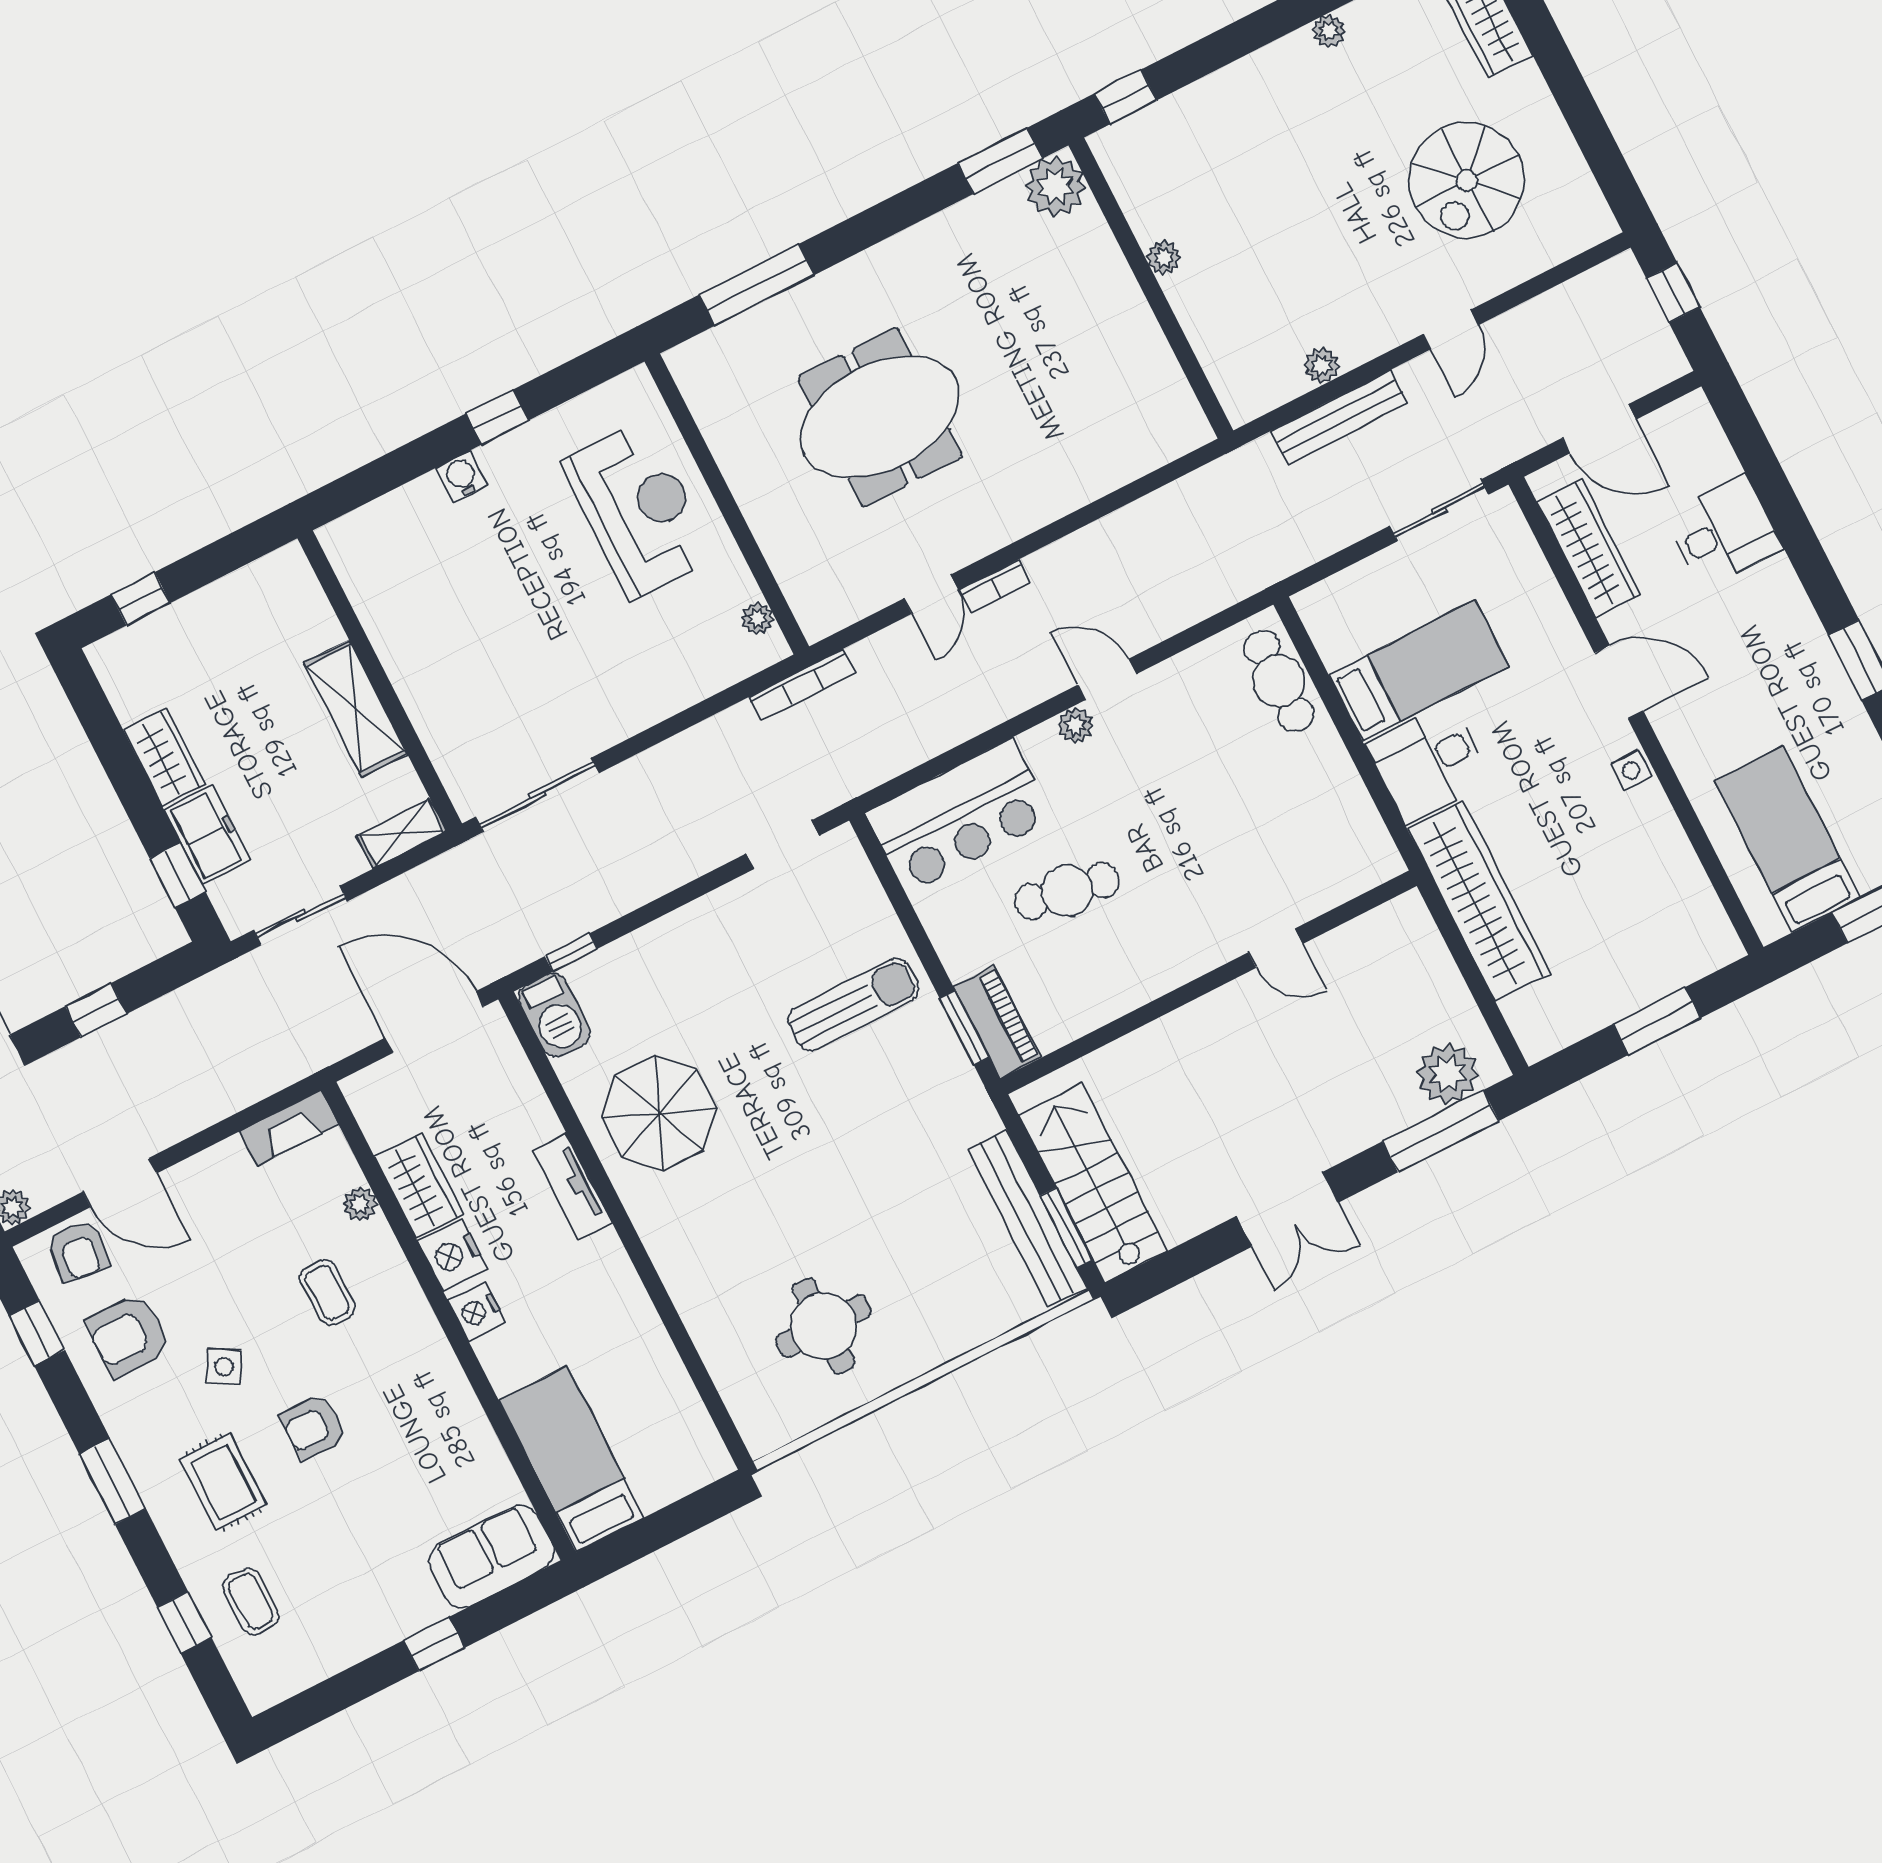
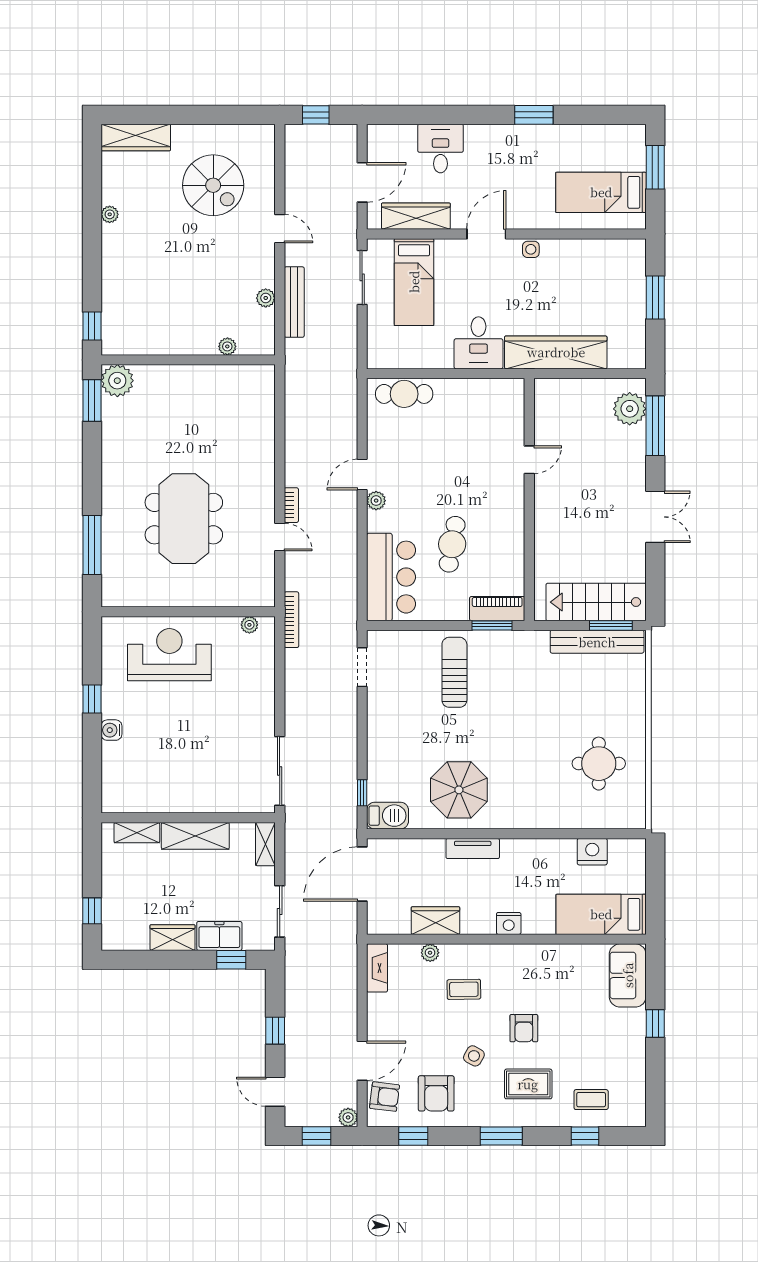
plant: (1164, 257) -> (227, 346), moved
shelving: (311, 607) -> (137, 833), added
bed: (1419, 670) -> (414, 282), moved, turned 180
nightstand: (453, 1255) -> (592, 852), moved, turned 180

